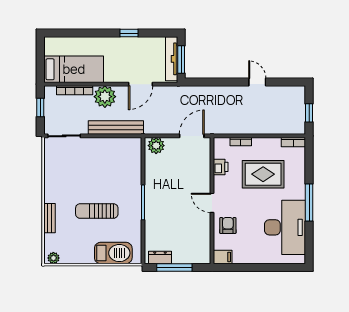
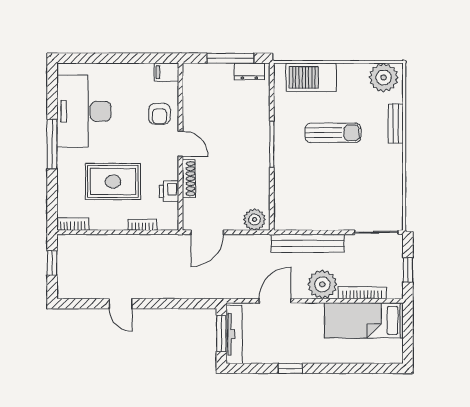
shoe rack: (206, 176) -> (189, 179), added
plant: (53, 258) -> (384, 78), width x1.87, depth x1.87

